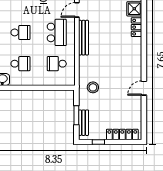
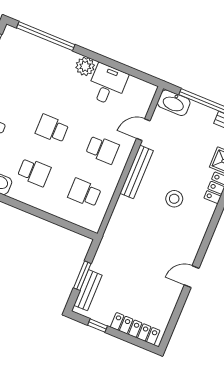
school desk: (20, 32) -> (52, 129), turned 180
school desk: (57, 32) -> (102, 149), width x0.54
stool: (93, 87) -> (174, 199), moved

